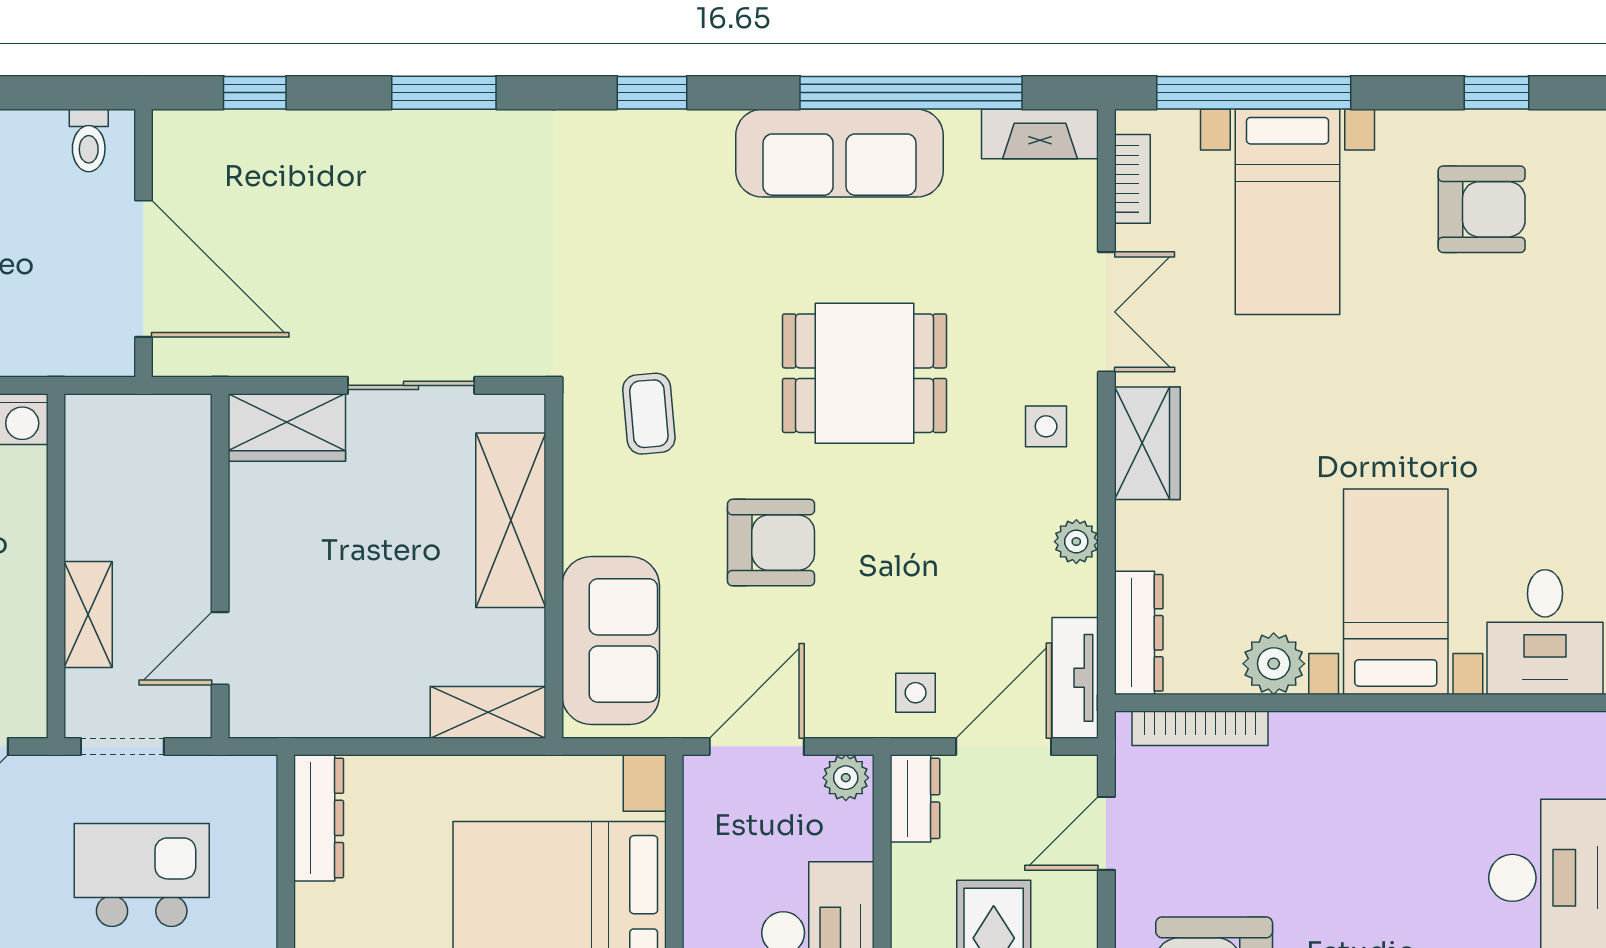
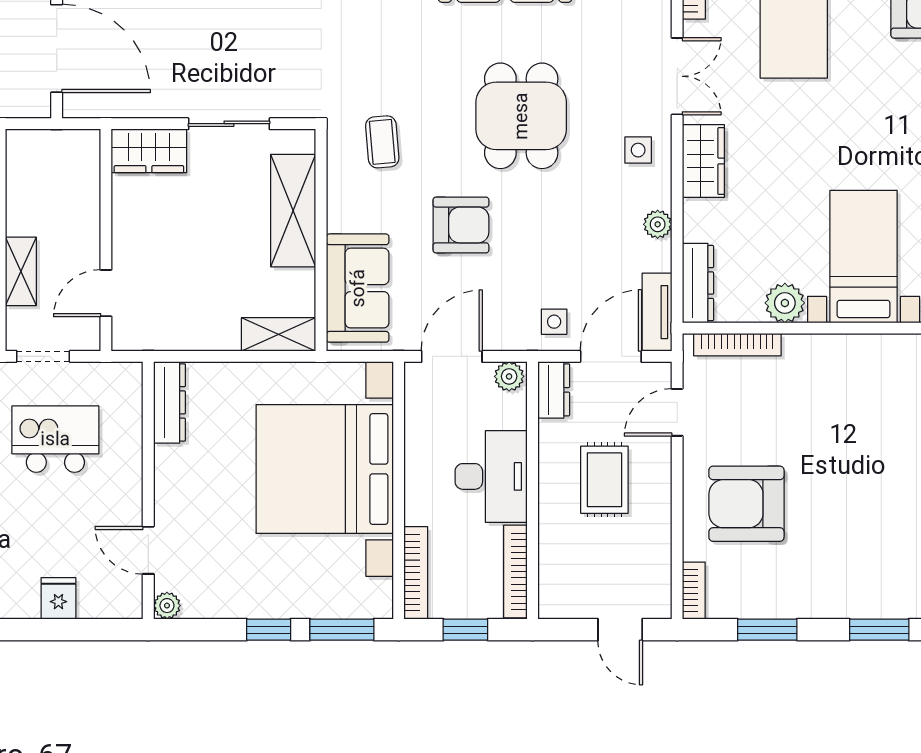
dining table: (865, 373) -> (521, 116), turned 90

